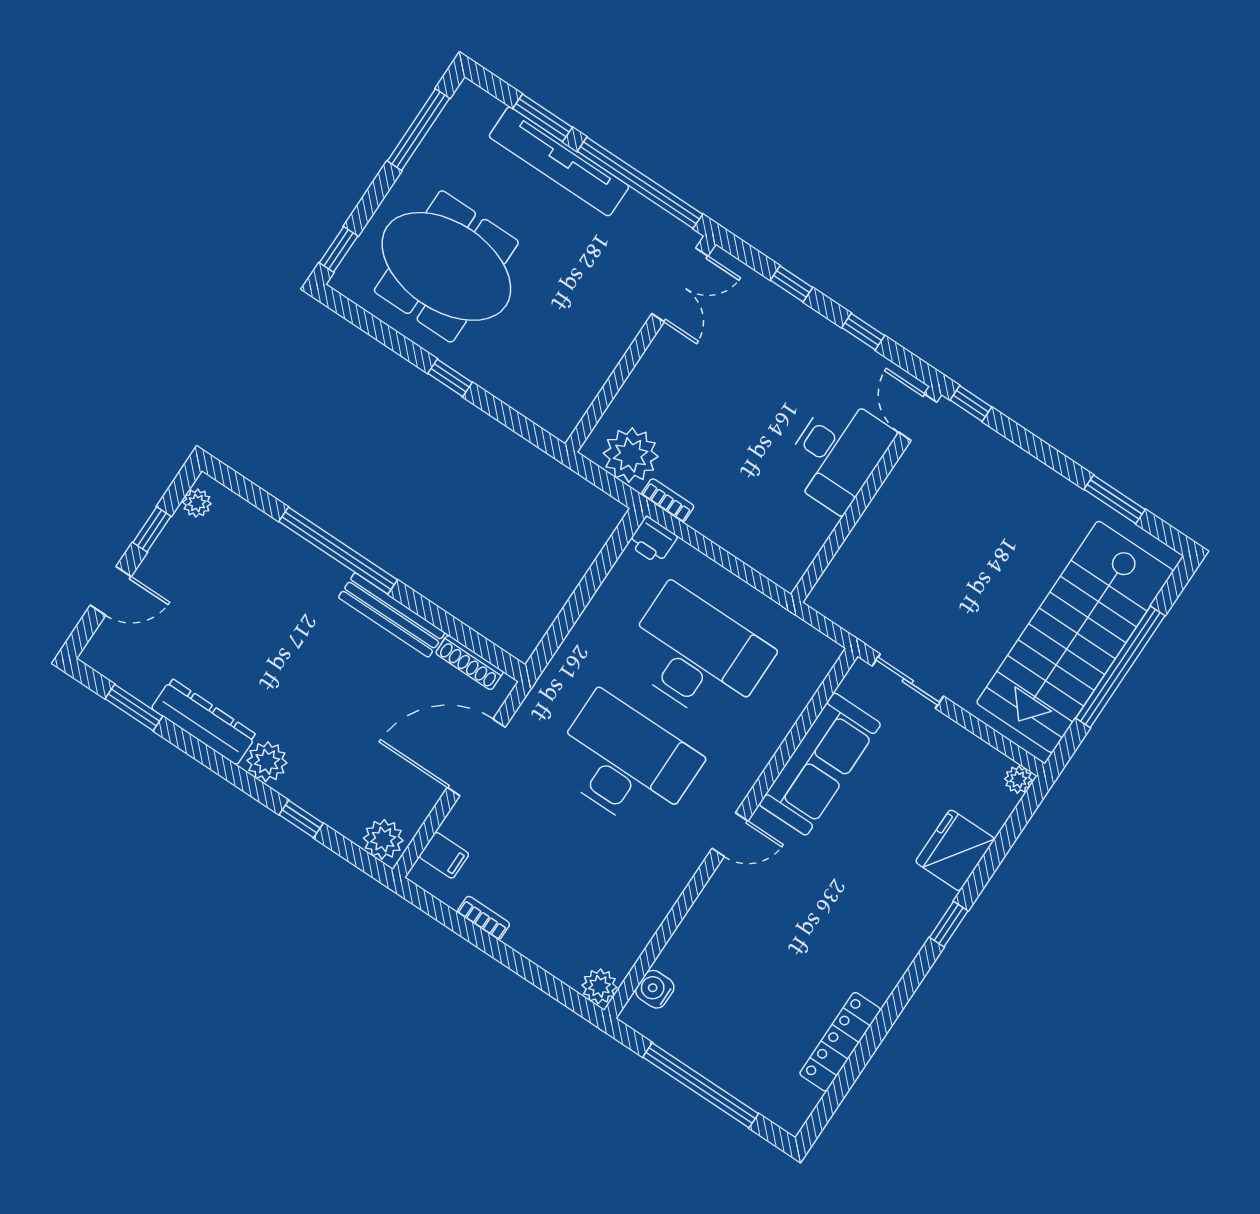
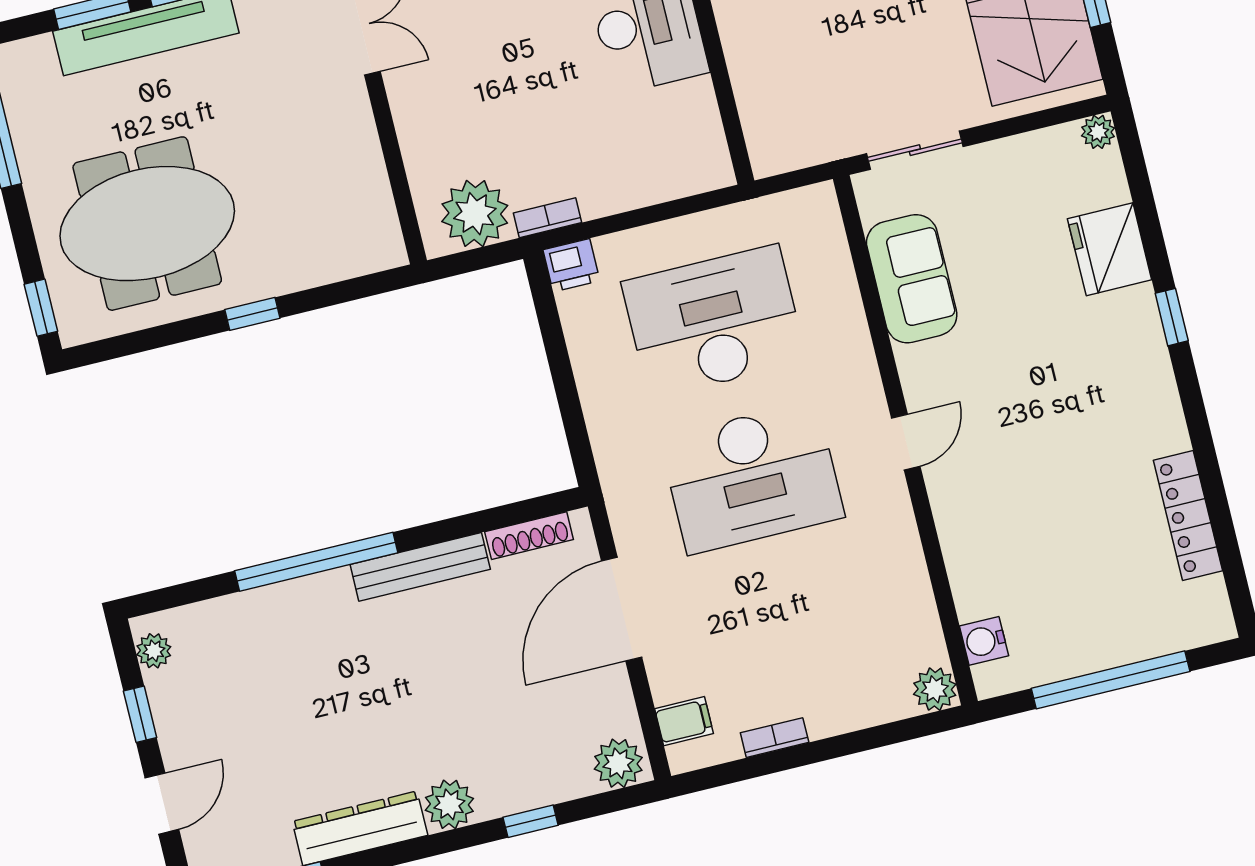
desk: (625, 763) -> (752, 477), turned 180
sofa: (820, 764) -> (912, 279), width x0.73

